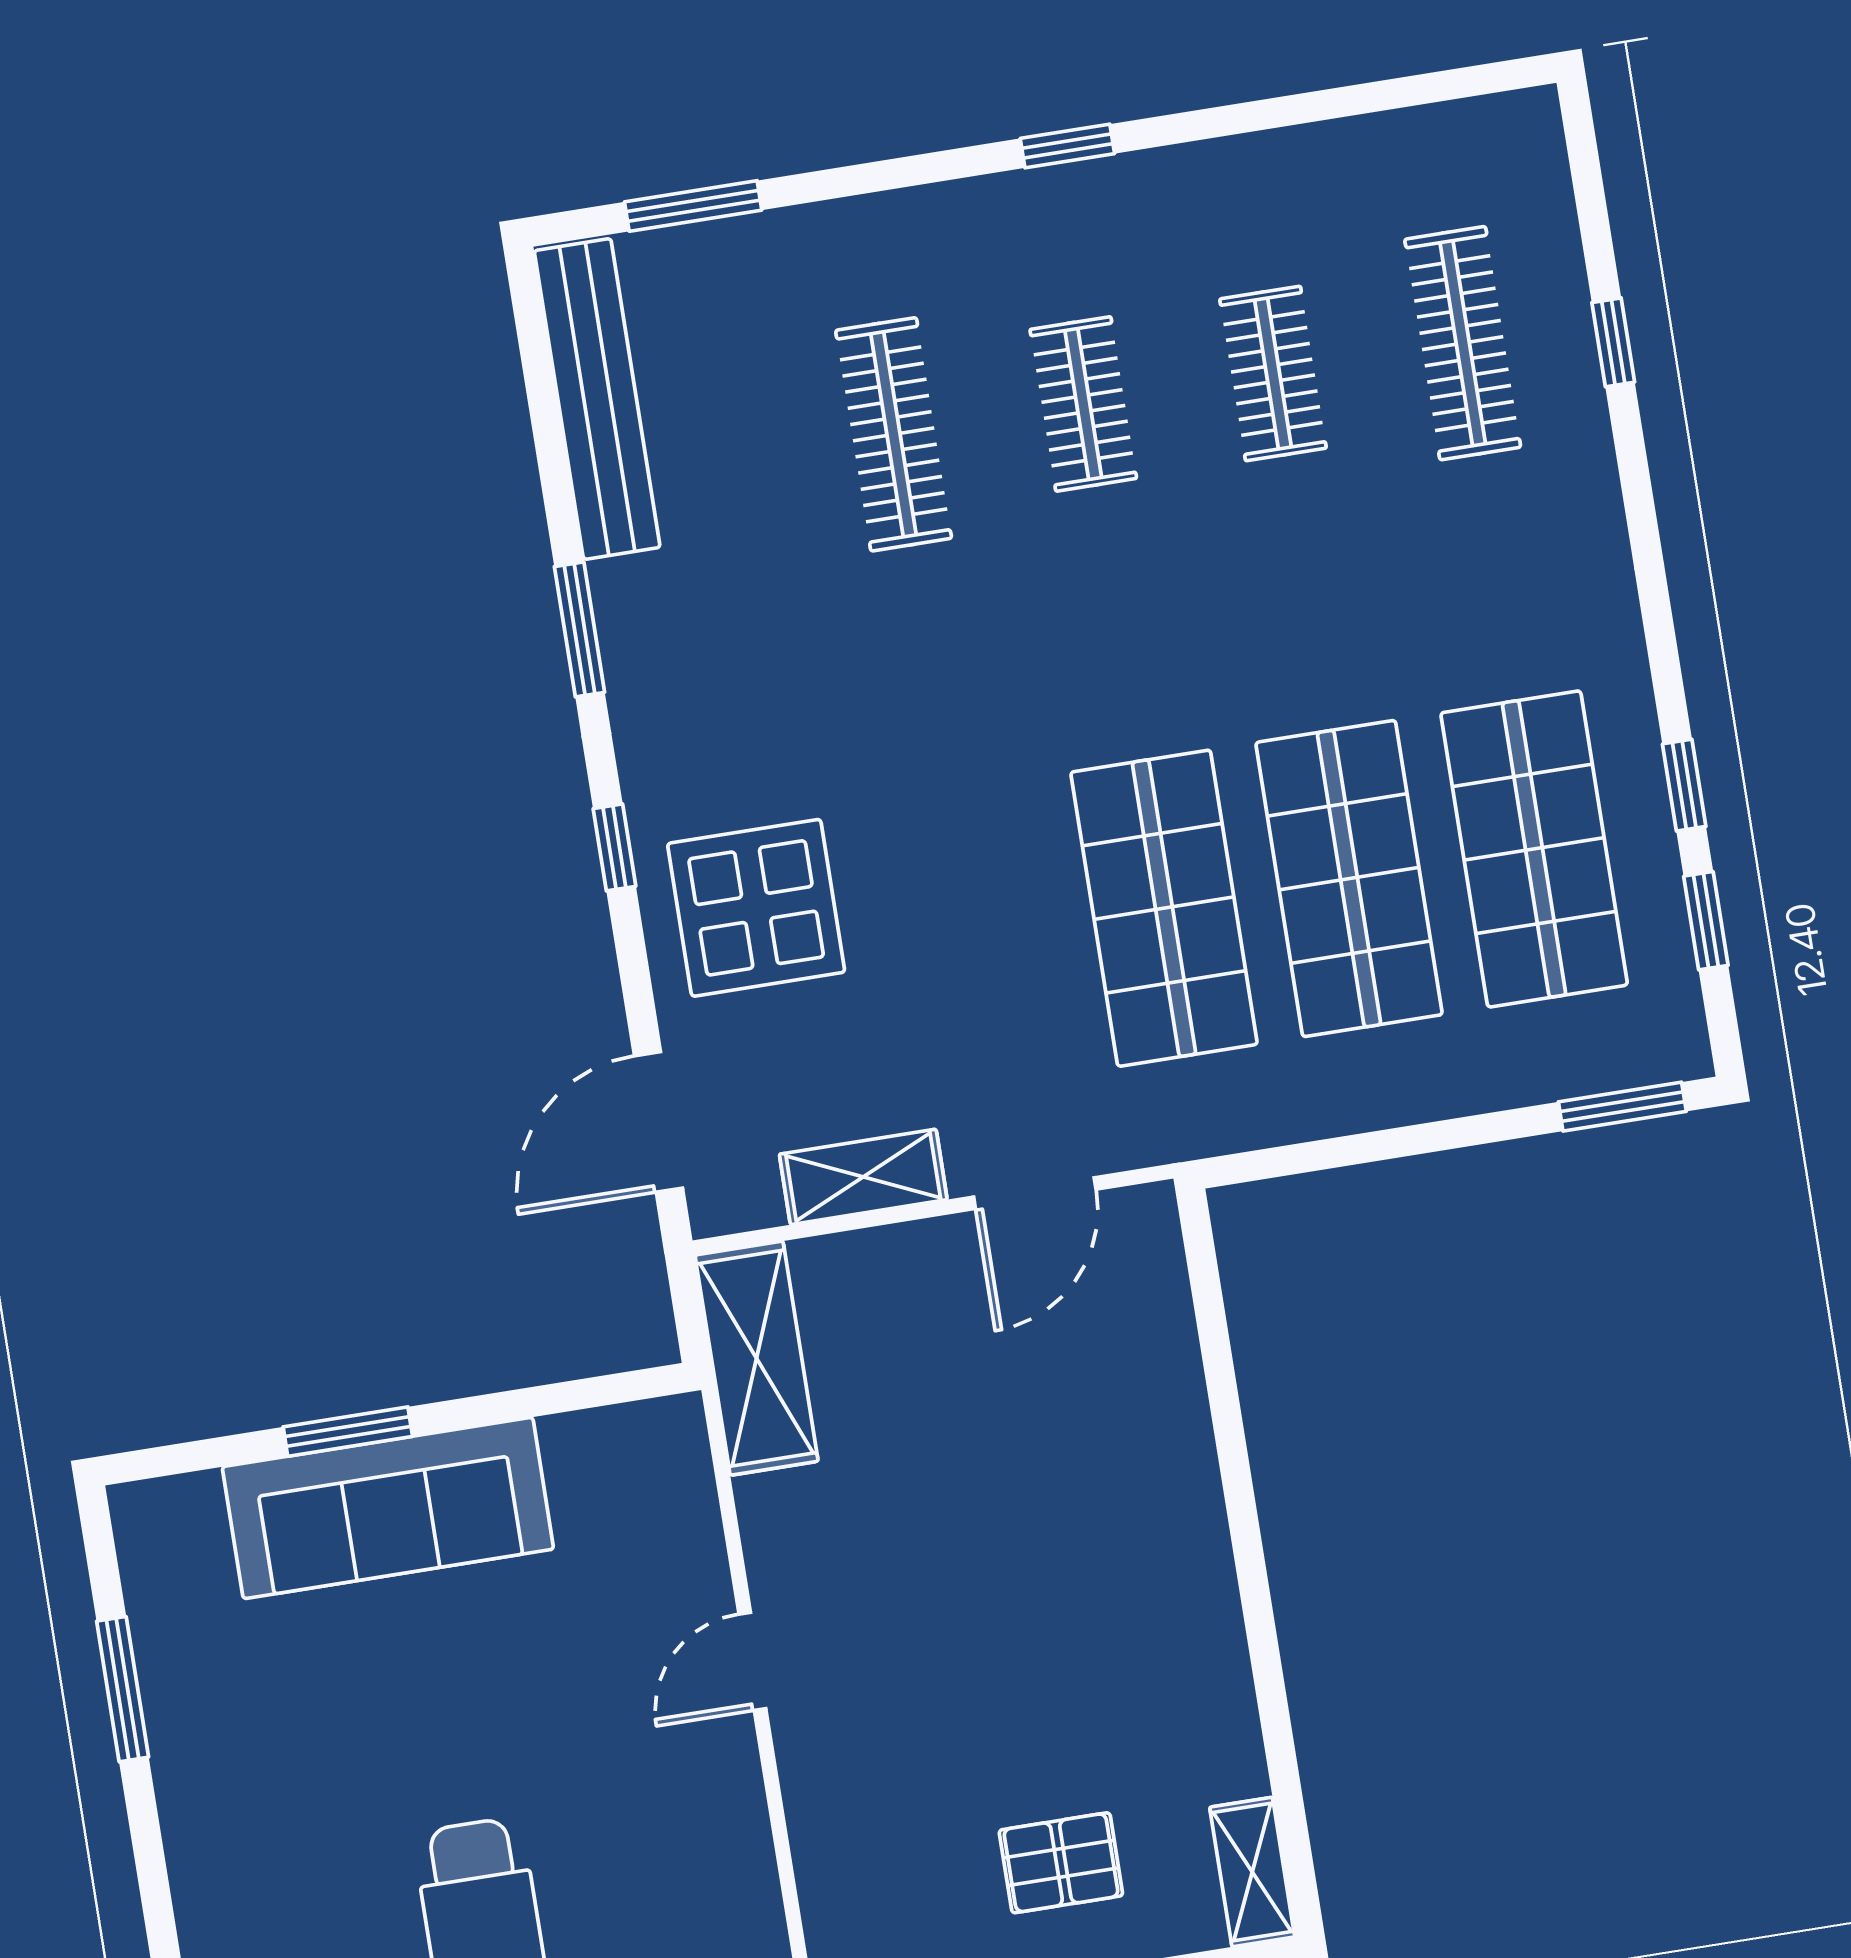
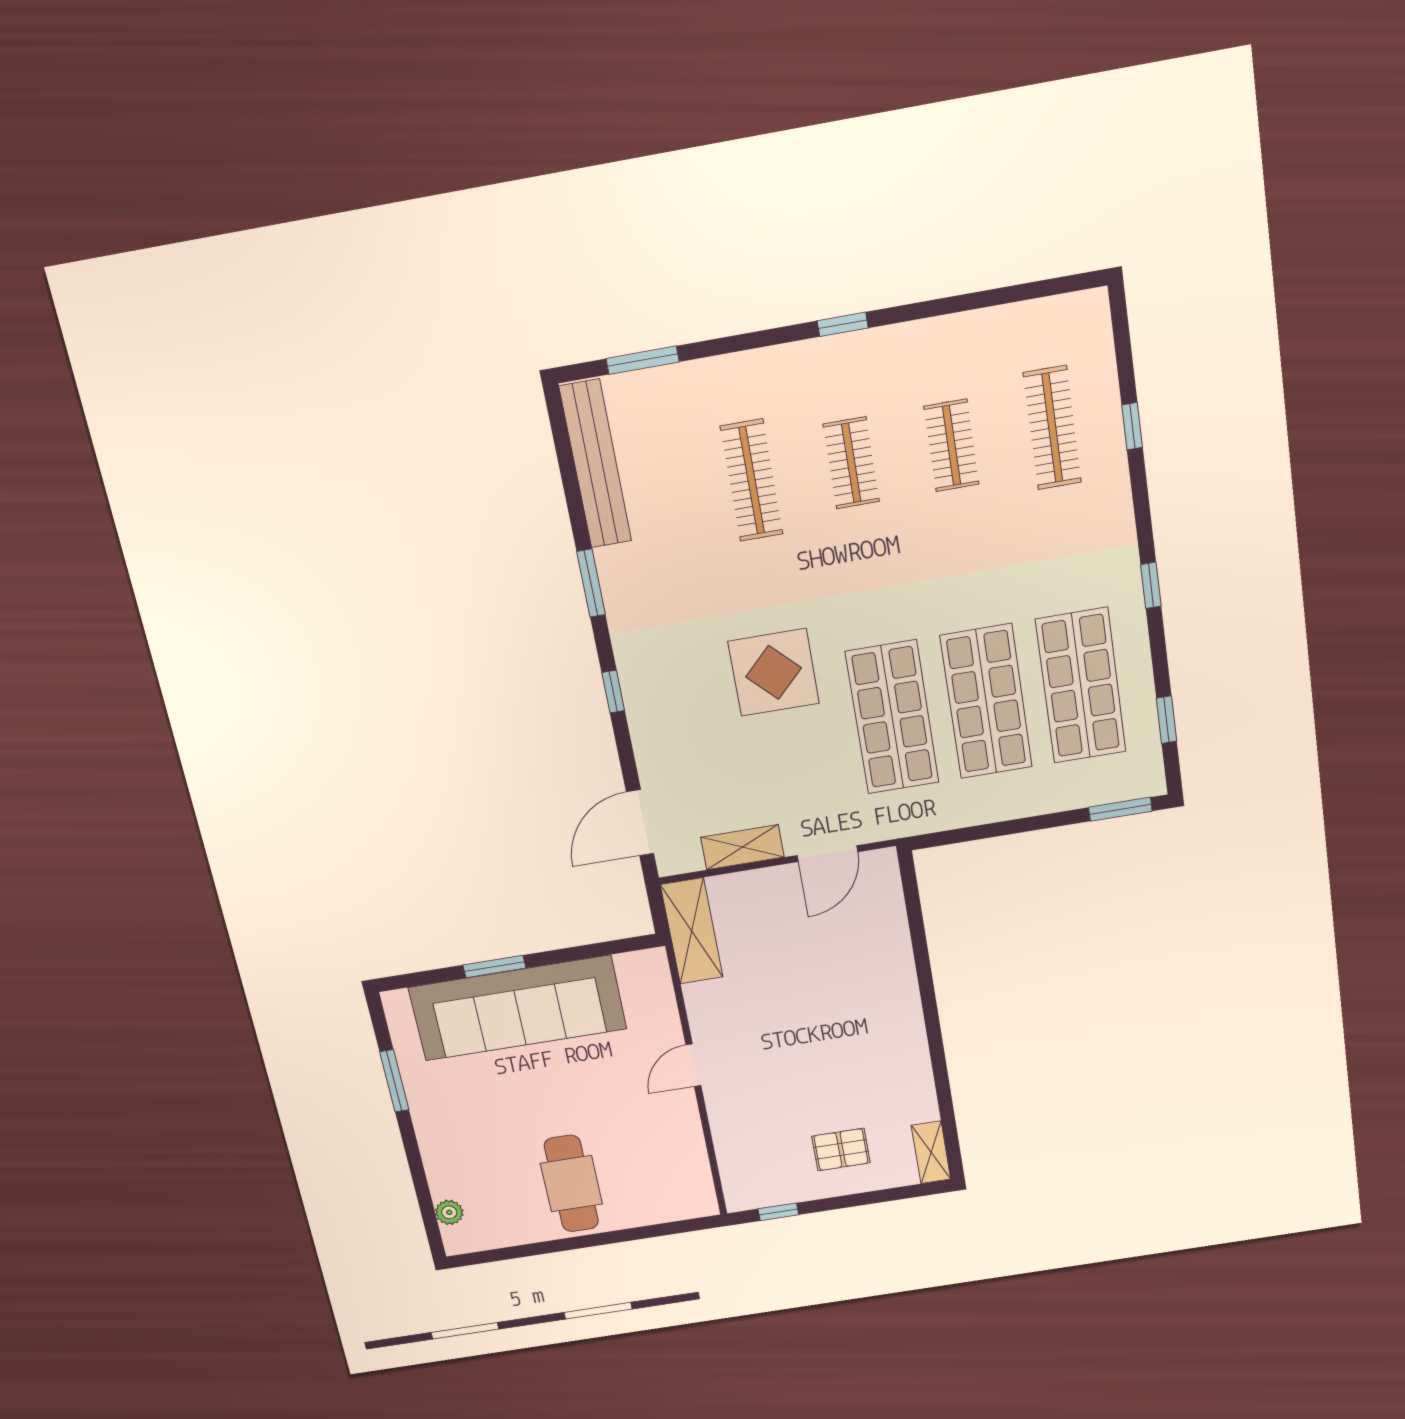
window: (1684, 785) -> (1151, 585), moved
display table: (756, 908) -> (774, 672), moved
sofa: (388, 1508) -> (518, 1008), width x1.36, depth x1.27

